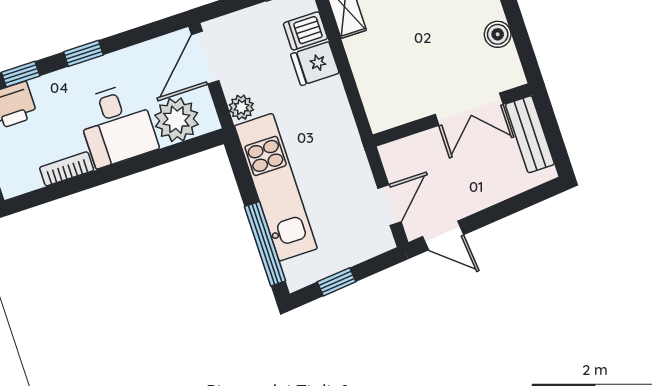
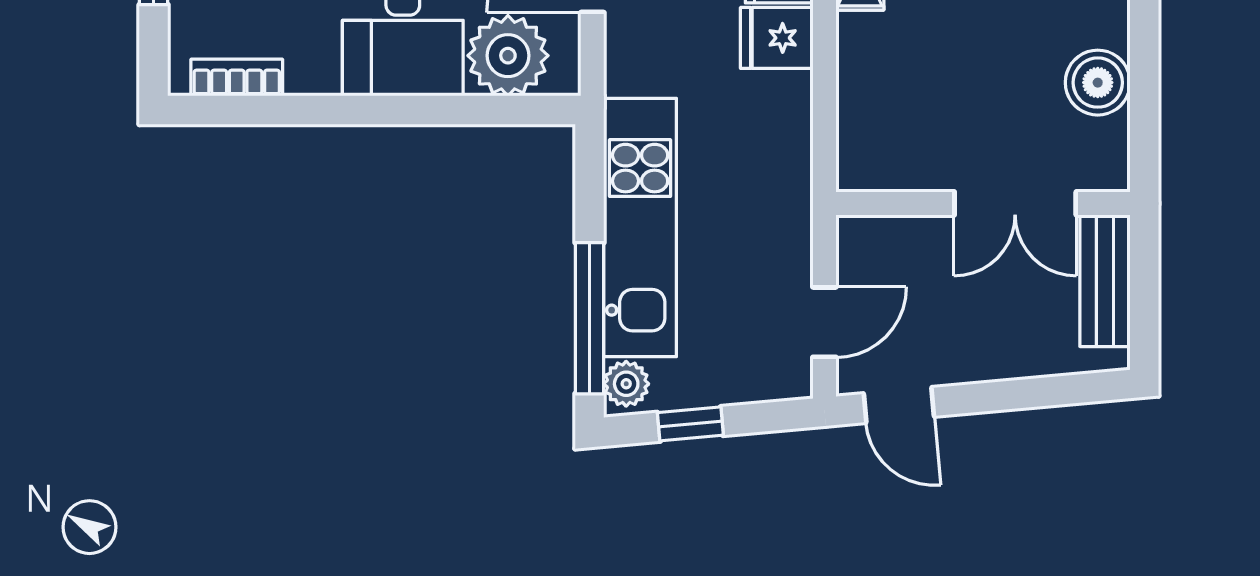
boiler: (498, 34) -> (1098, 83), width x1.36, depth x1.36
plant: (241, 107) -> (626, 384), moved
bookcase: (67, 169) -> (237, 78), moved

